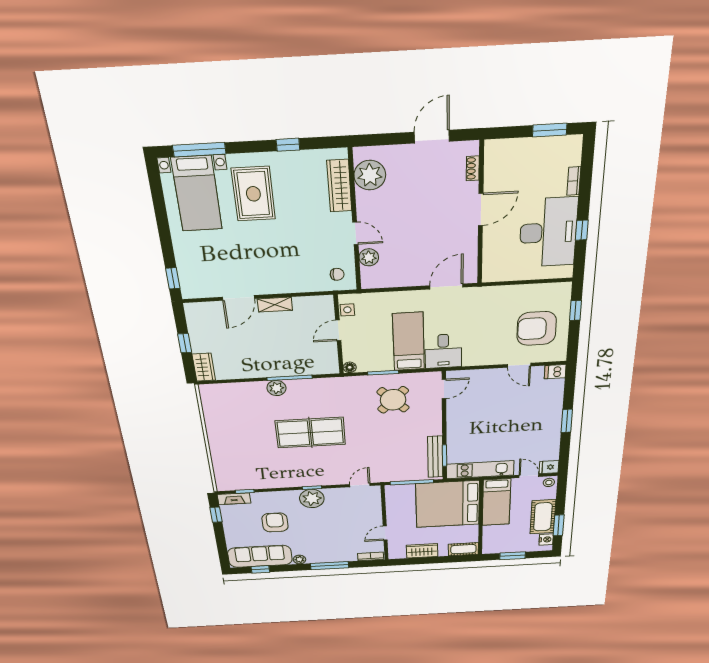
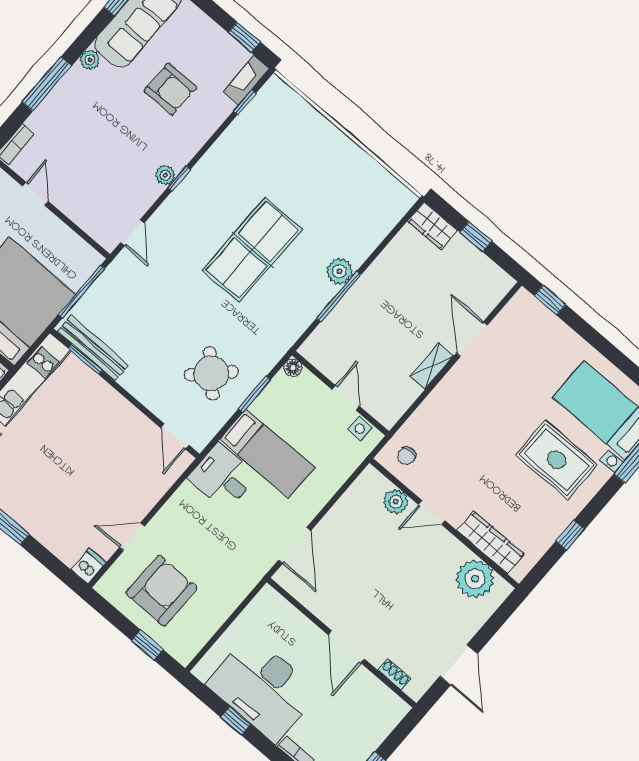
plant: (312, 499) -> (165, 175), width x0.53, depth x0.53

